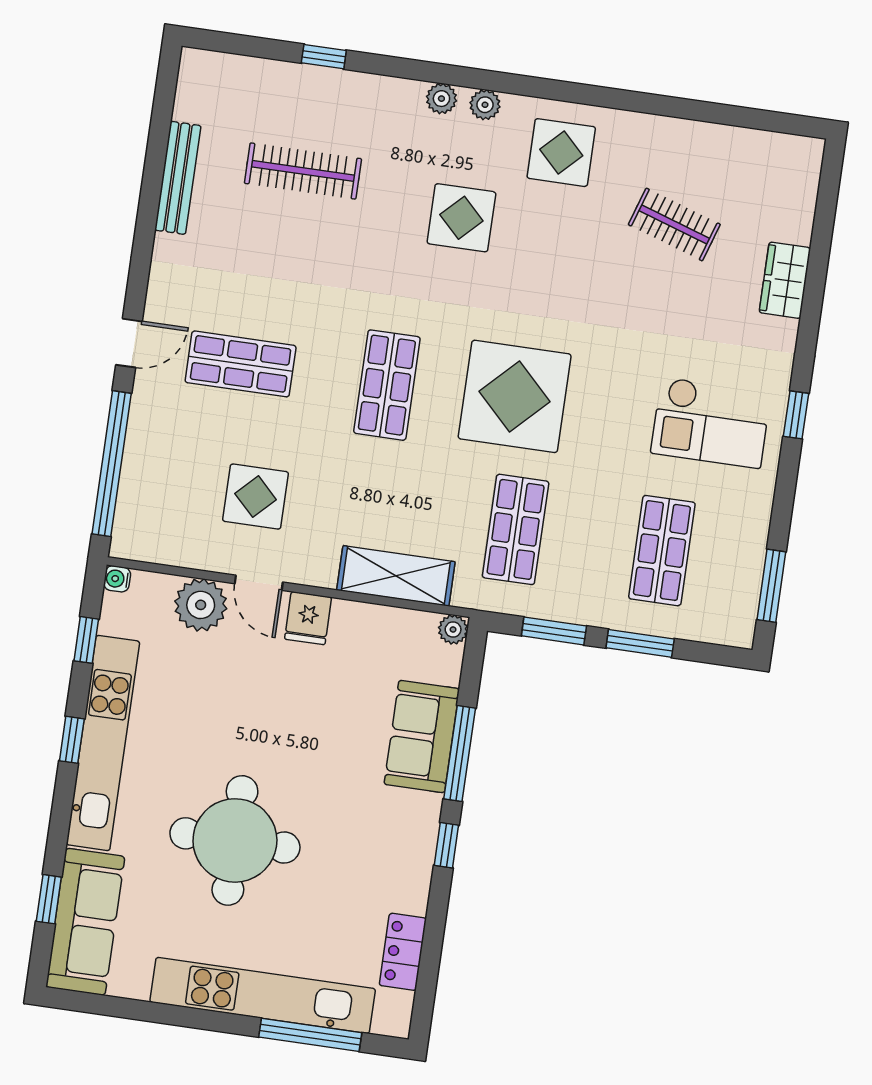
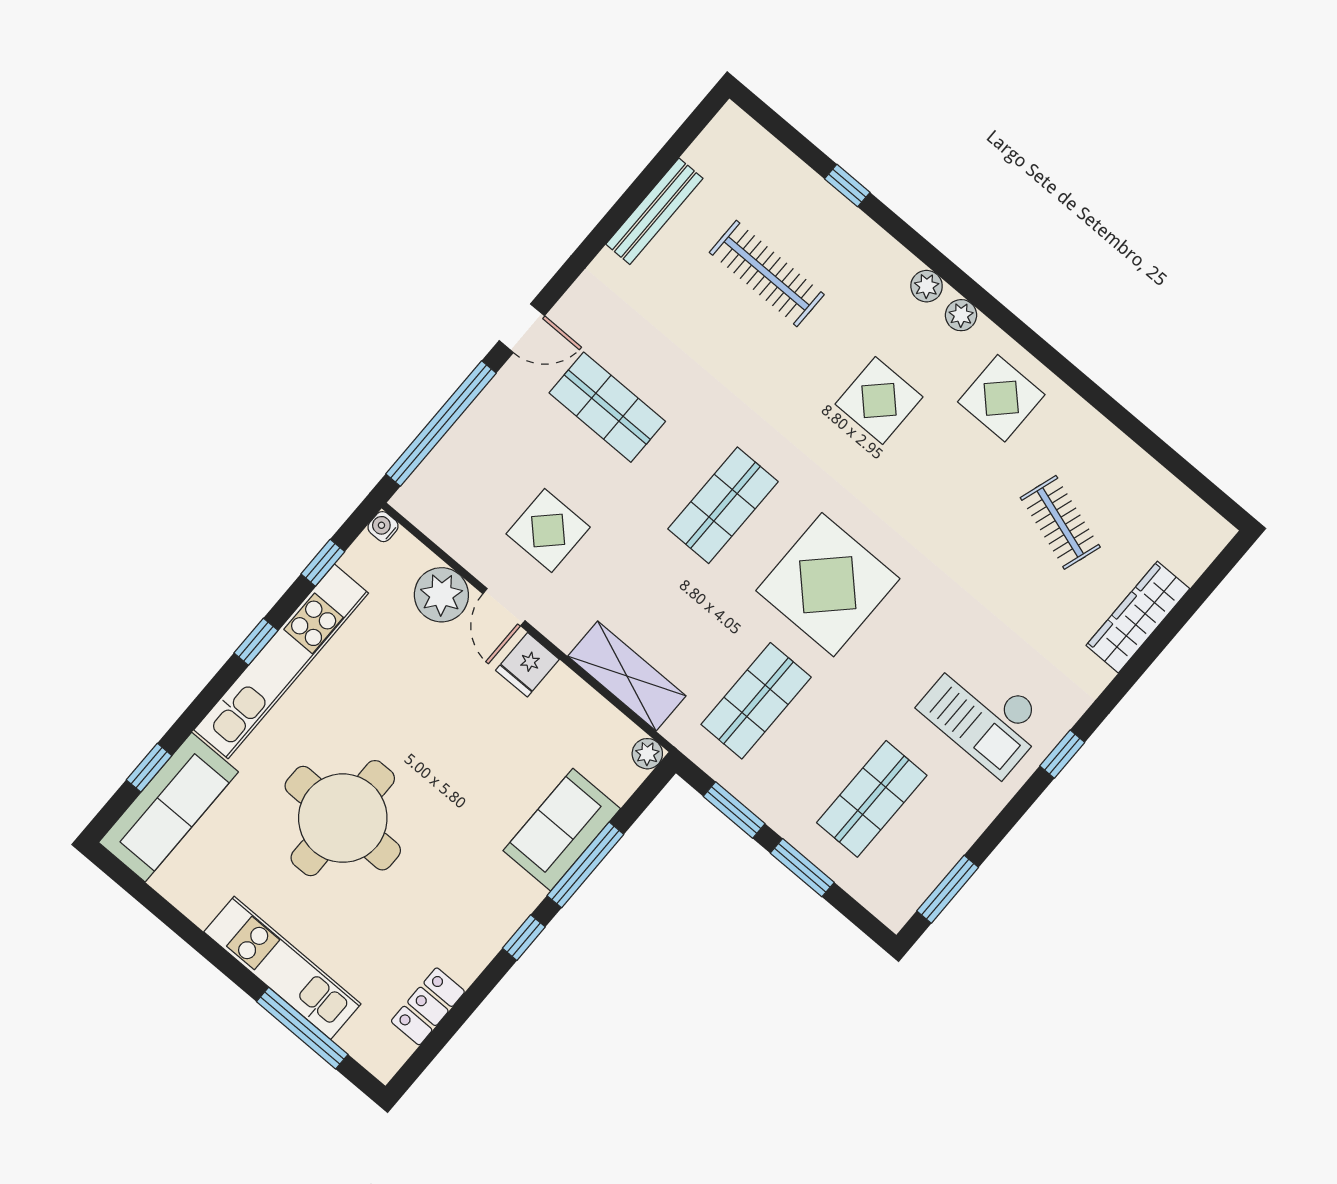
wardrobe: (785, 280) -> (1138, 617), width x1.50
kitchen unit: (263, 995) -> (282, 968), width x0.73

